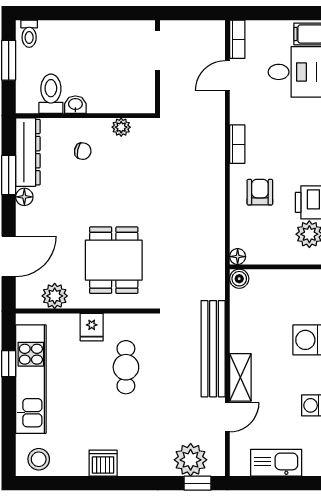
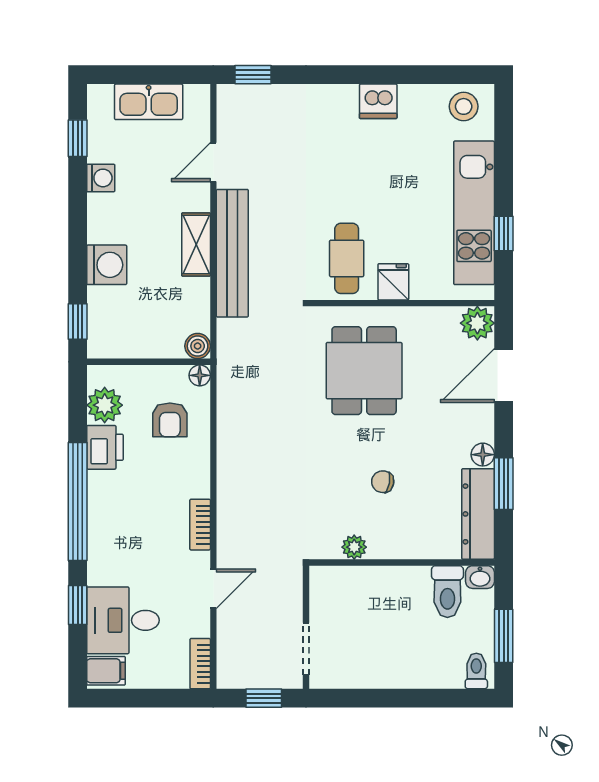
window: (189, 13) -> (264, 698), added
door: (227, 75) -> (213, 589), moved
washbasin: (75, 105) -> (480, 577), moved
chair: (83, 151) -> (383, 482), moved
armchair: (260, 192) -> (170, 420), moved
plant: (55, 296) -> (477, 323), moved
cafe table: (126, 367) -> (347, 258), moved
shelving: (240, 377) -> (196, 244), moved
plant: (191, 460) -> (262, 106), removed

